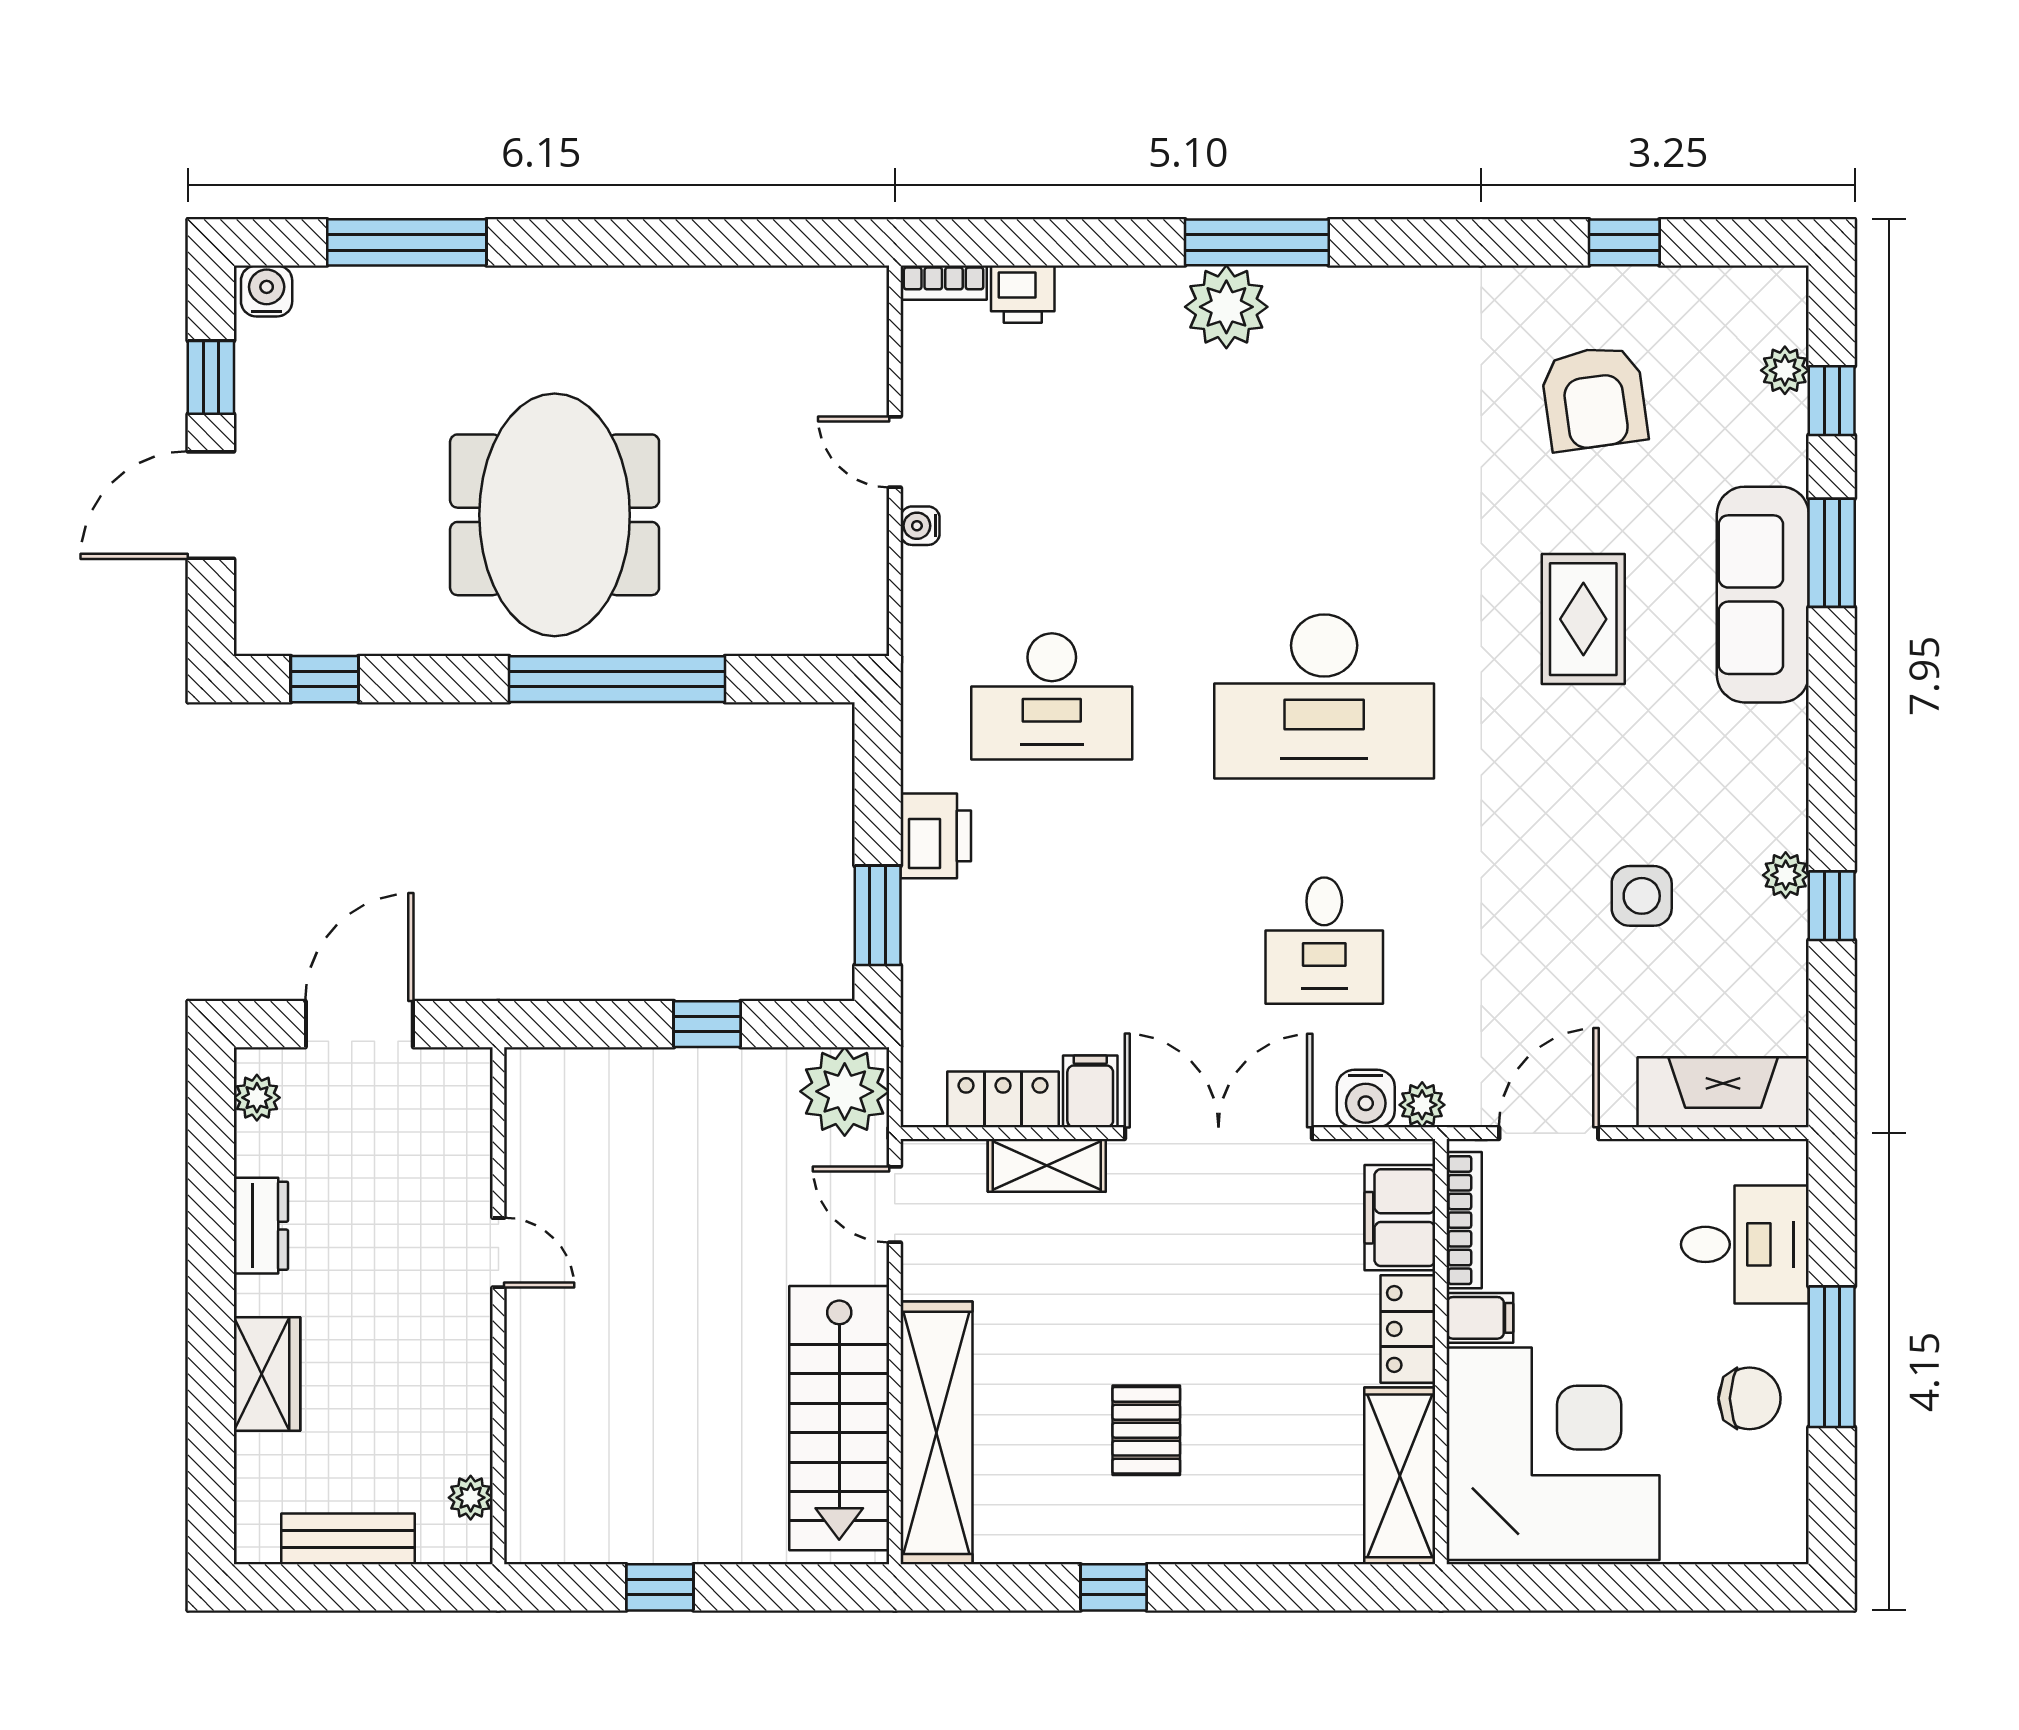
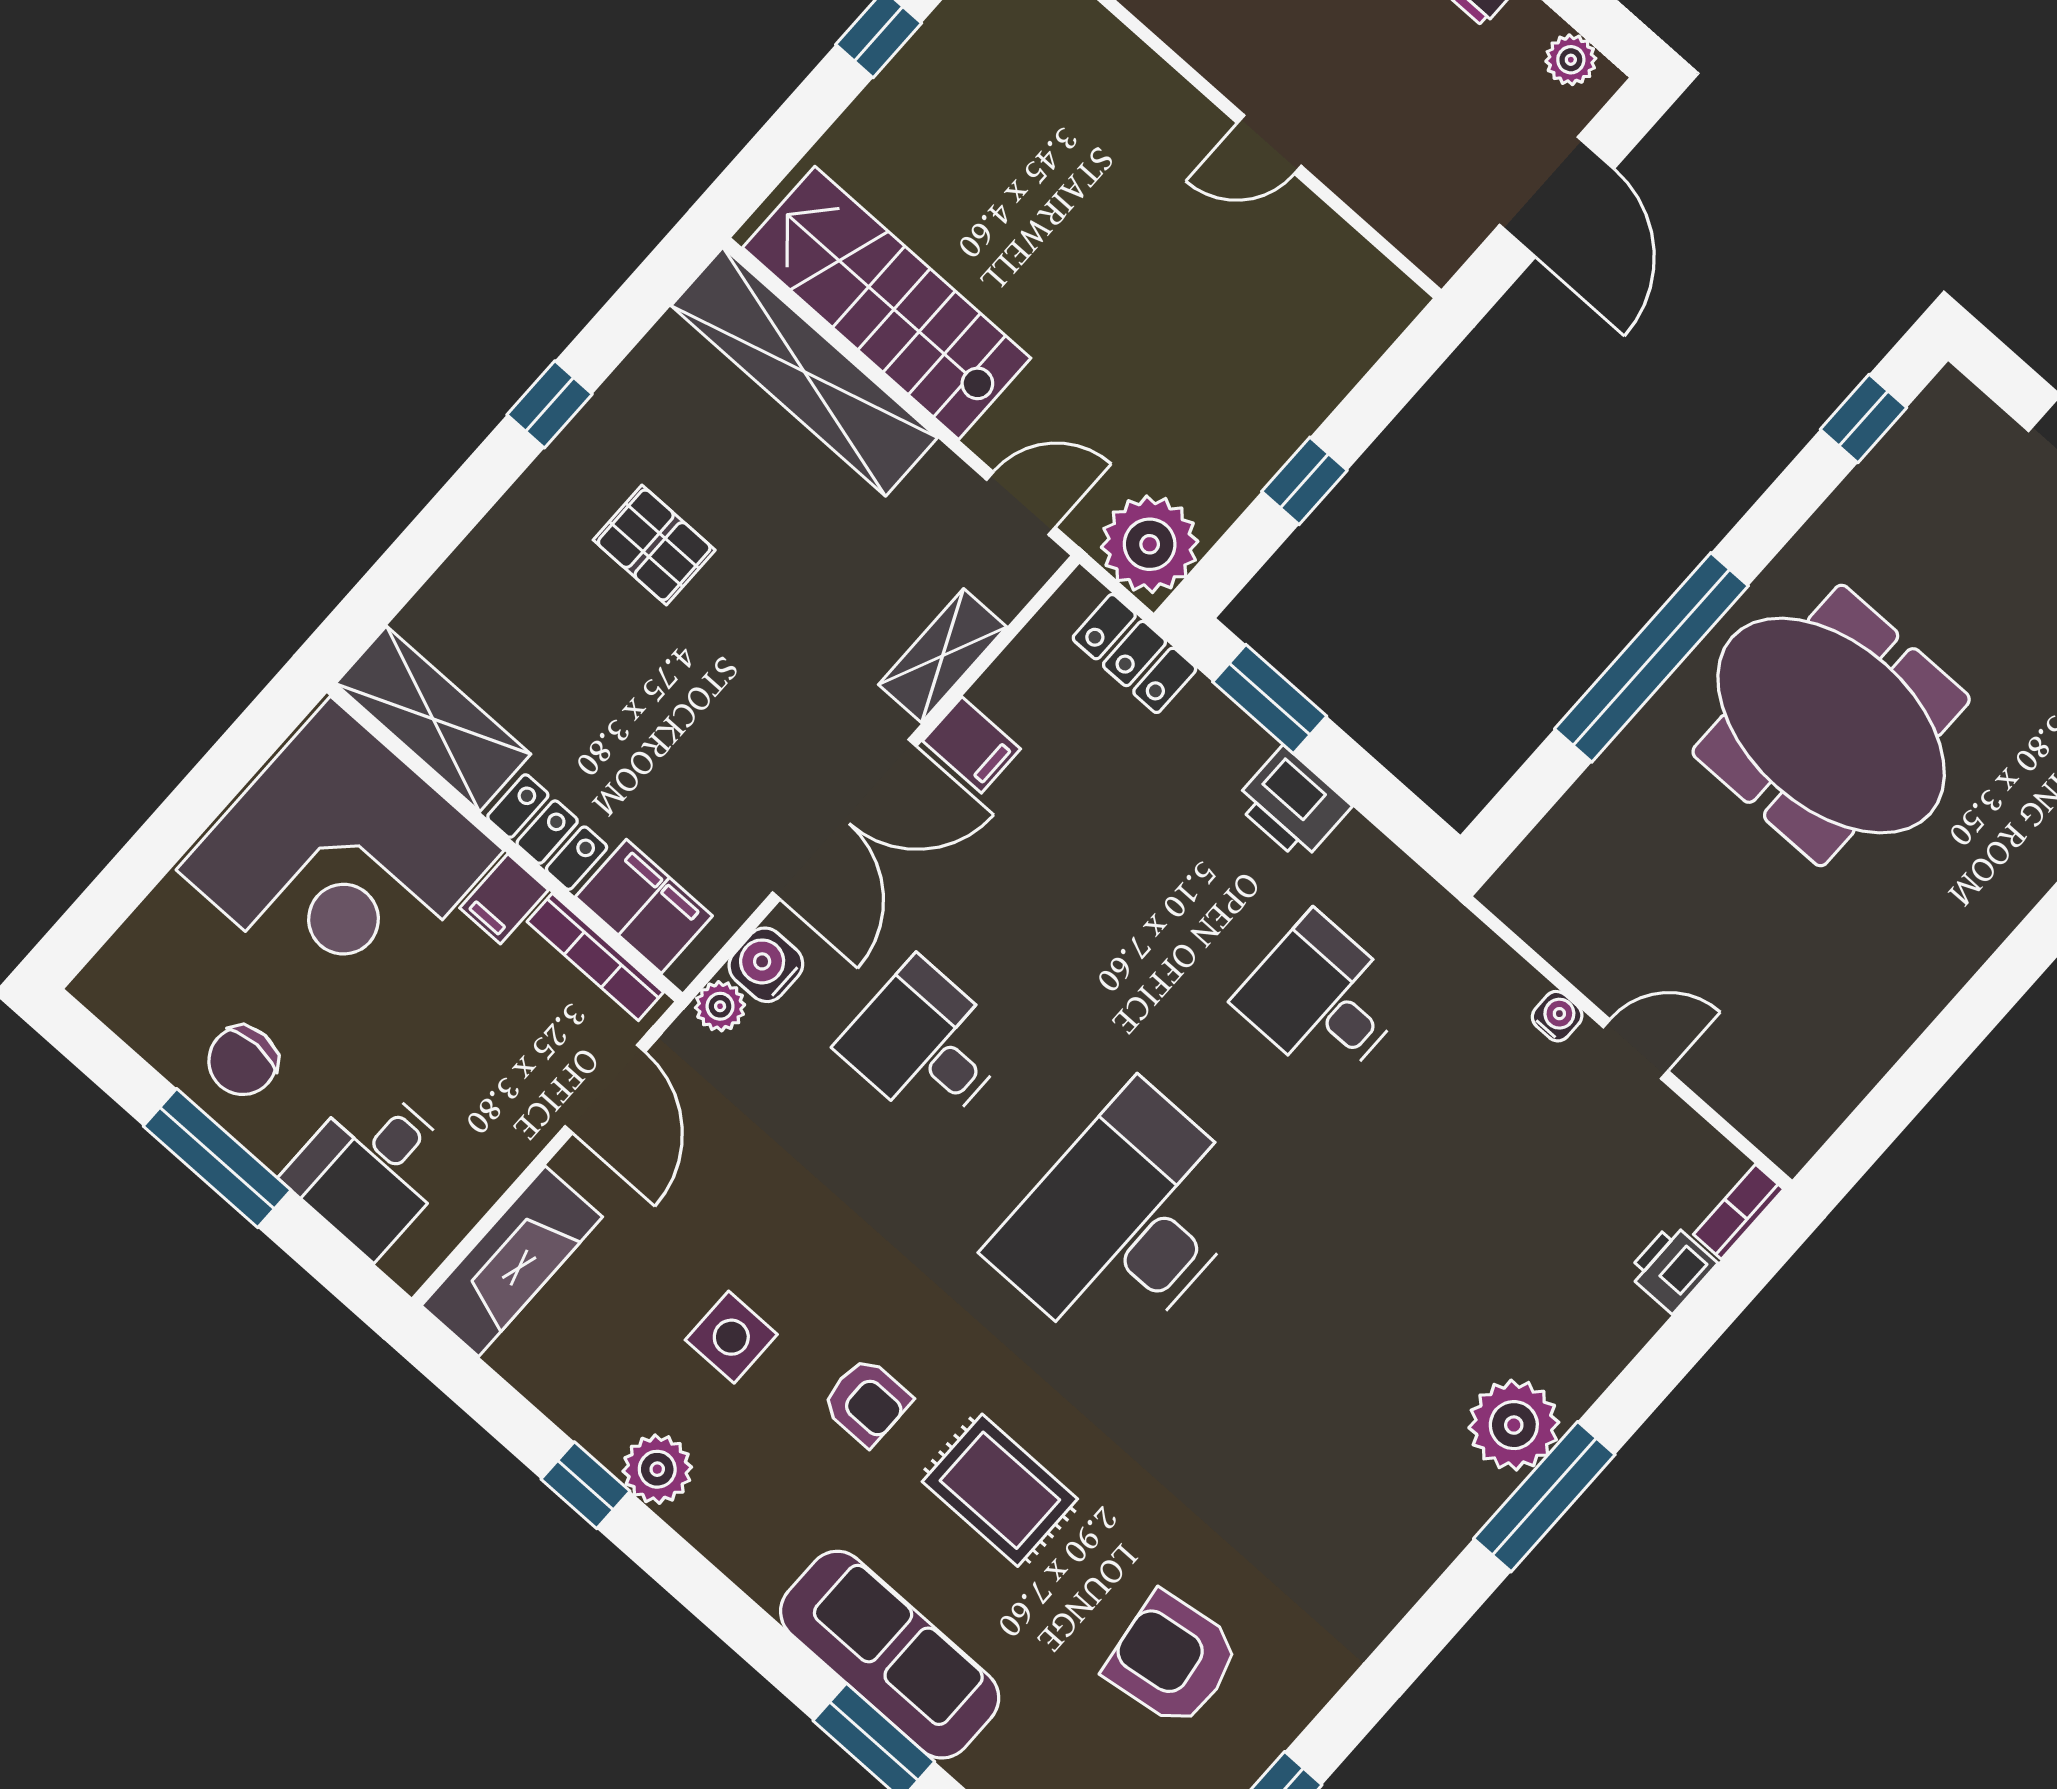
desk: (1052, 696) -> (1322, 1000), width x0.73
armchair: (1604, 764) -> (867, 1402), added
plant: (1786, 875) -> (657, 1469), width x1.38, depth x1.38
locker: (1003, 1099) -> (1134, 654), moved, turned 90

